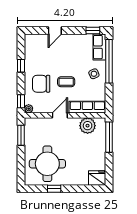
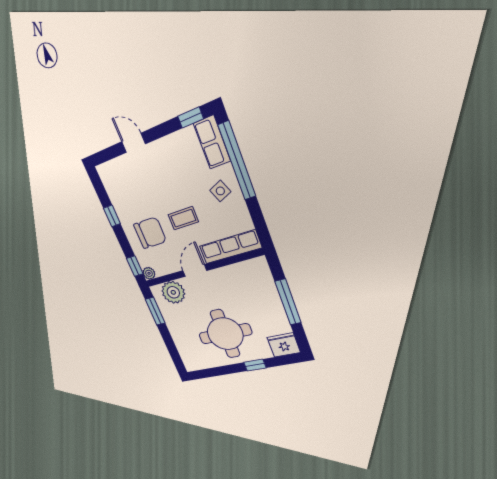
door: (55, 31) -> (134, 143), swing flipped
chair: (41, 84) -> (150, 233), turned 180
plant: (88, 126) -> (173, 292), moved
window: (109, 137) -> (288, 302), moved
round table: (47, 164) -> (225, 334), moved
window: (54, 189) -> (255, 365), moved

